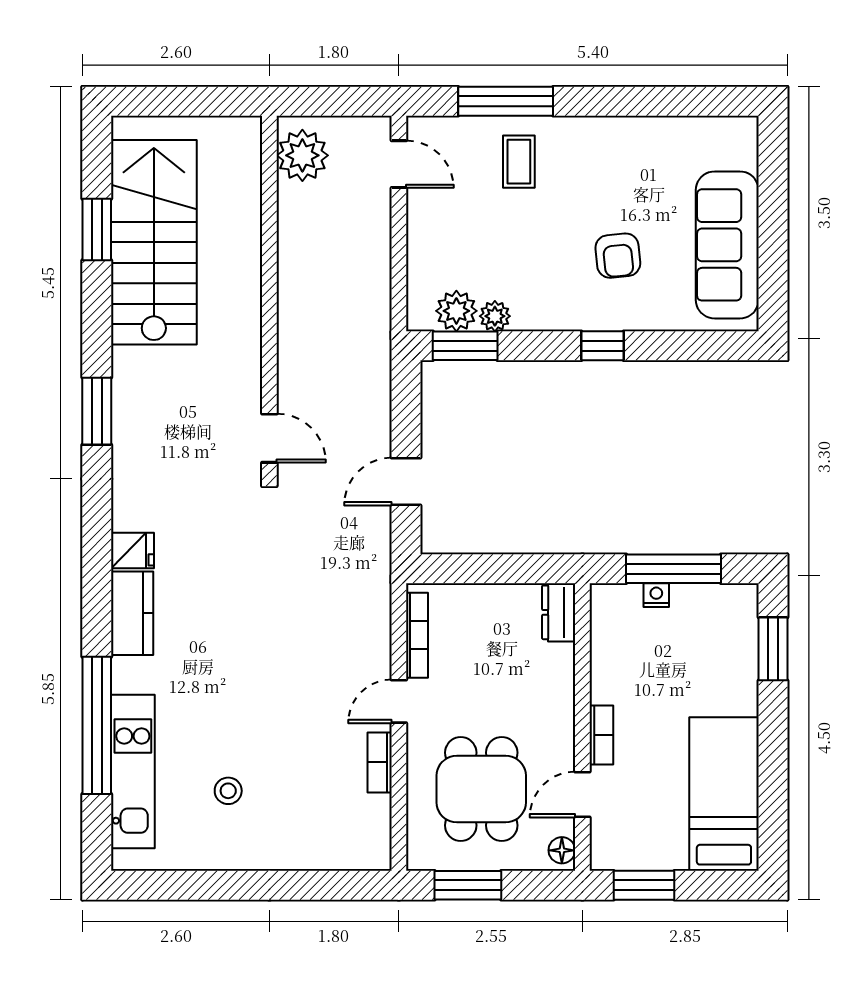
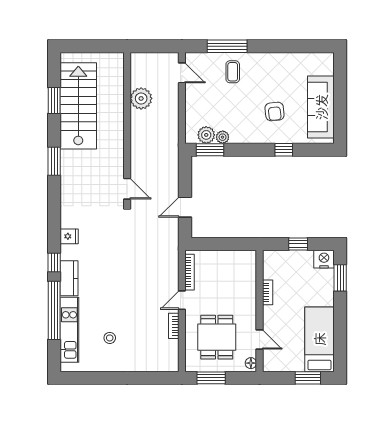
plant: (302, 155) -> (141, 98), moved
window: (602, 346) -> (284, 150), moved
window: (97, 411) -> (54, 161), moved
window: (674, 569) -> (298, 244), width x0.46
nightstand: (656, 595) -> (324, 259), moved, width x1.89, depth x1.79
window: (97, 612) -> (54, 262), added
dresser: (559, 612) -> (250, 262), removed
kitchen counter: (132, 613) -> (69, 278), moved
bookcase: (601, 735) -> (268, 292), moved
door: (582, 795) -> (260, 339), swing flipped
window: (644, 885) -> (308, 378), moved

